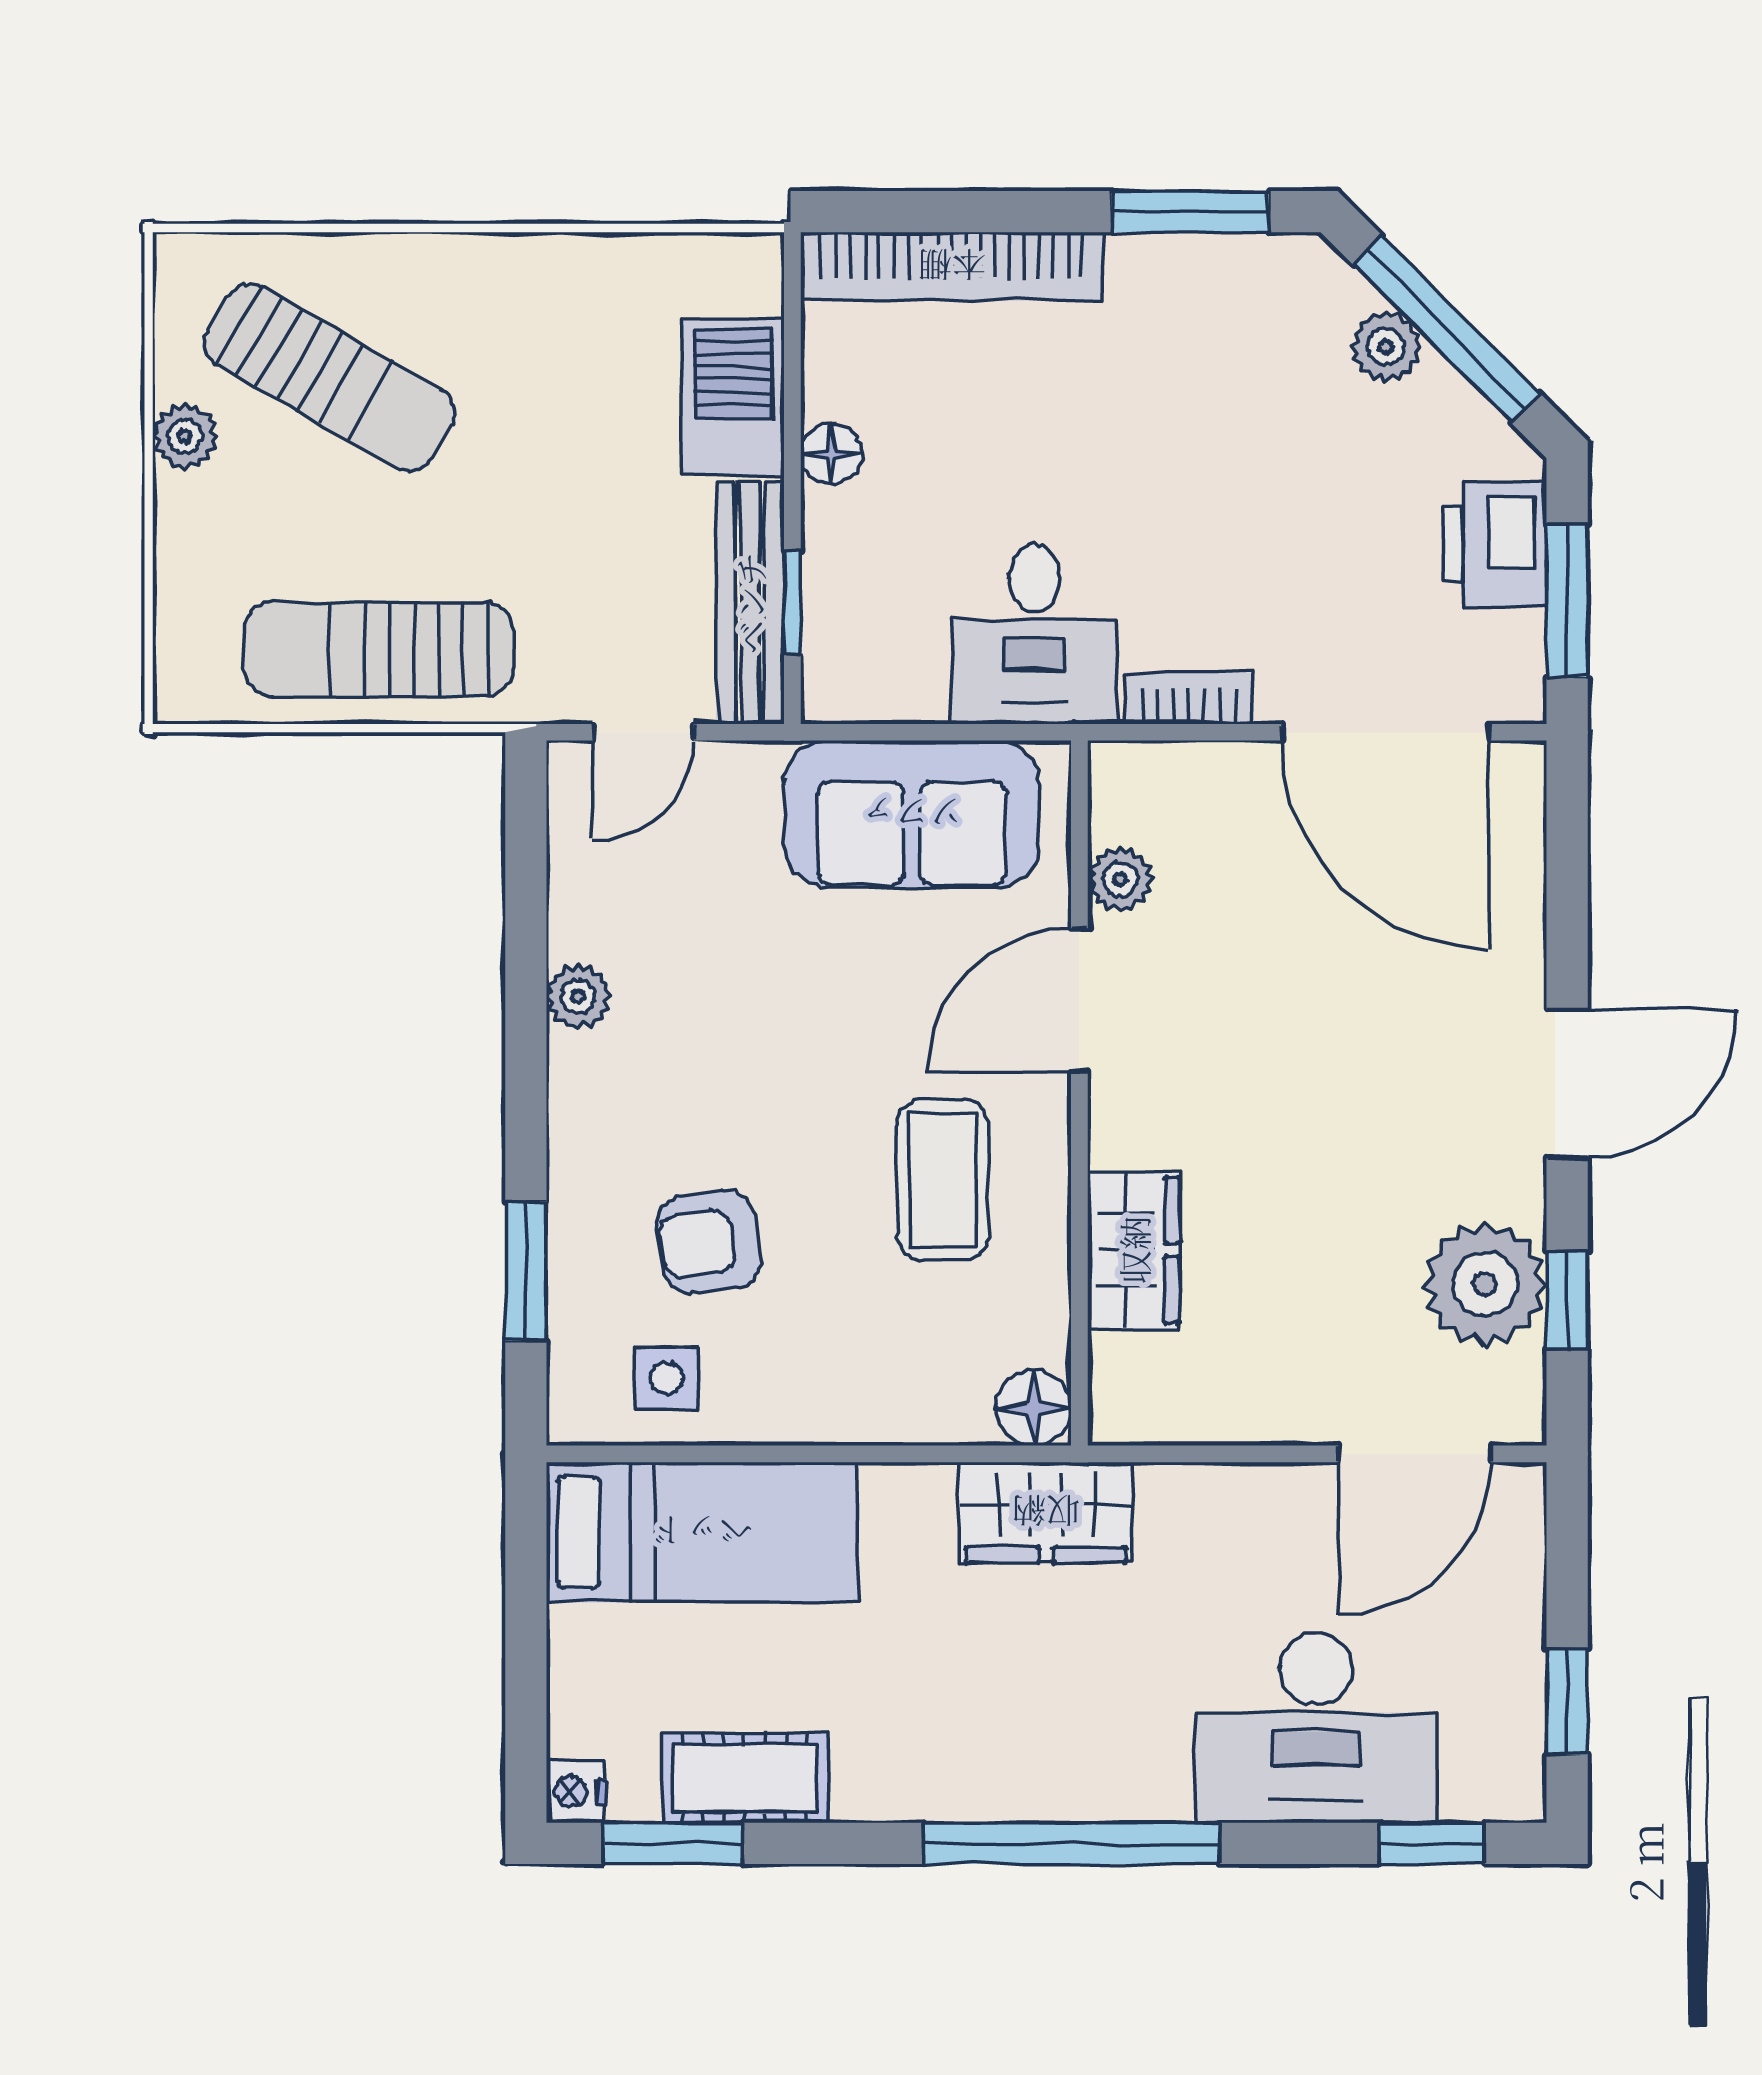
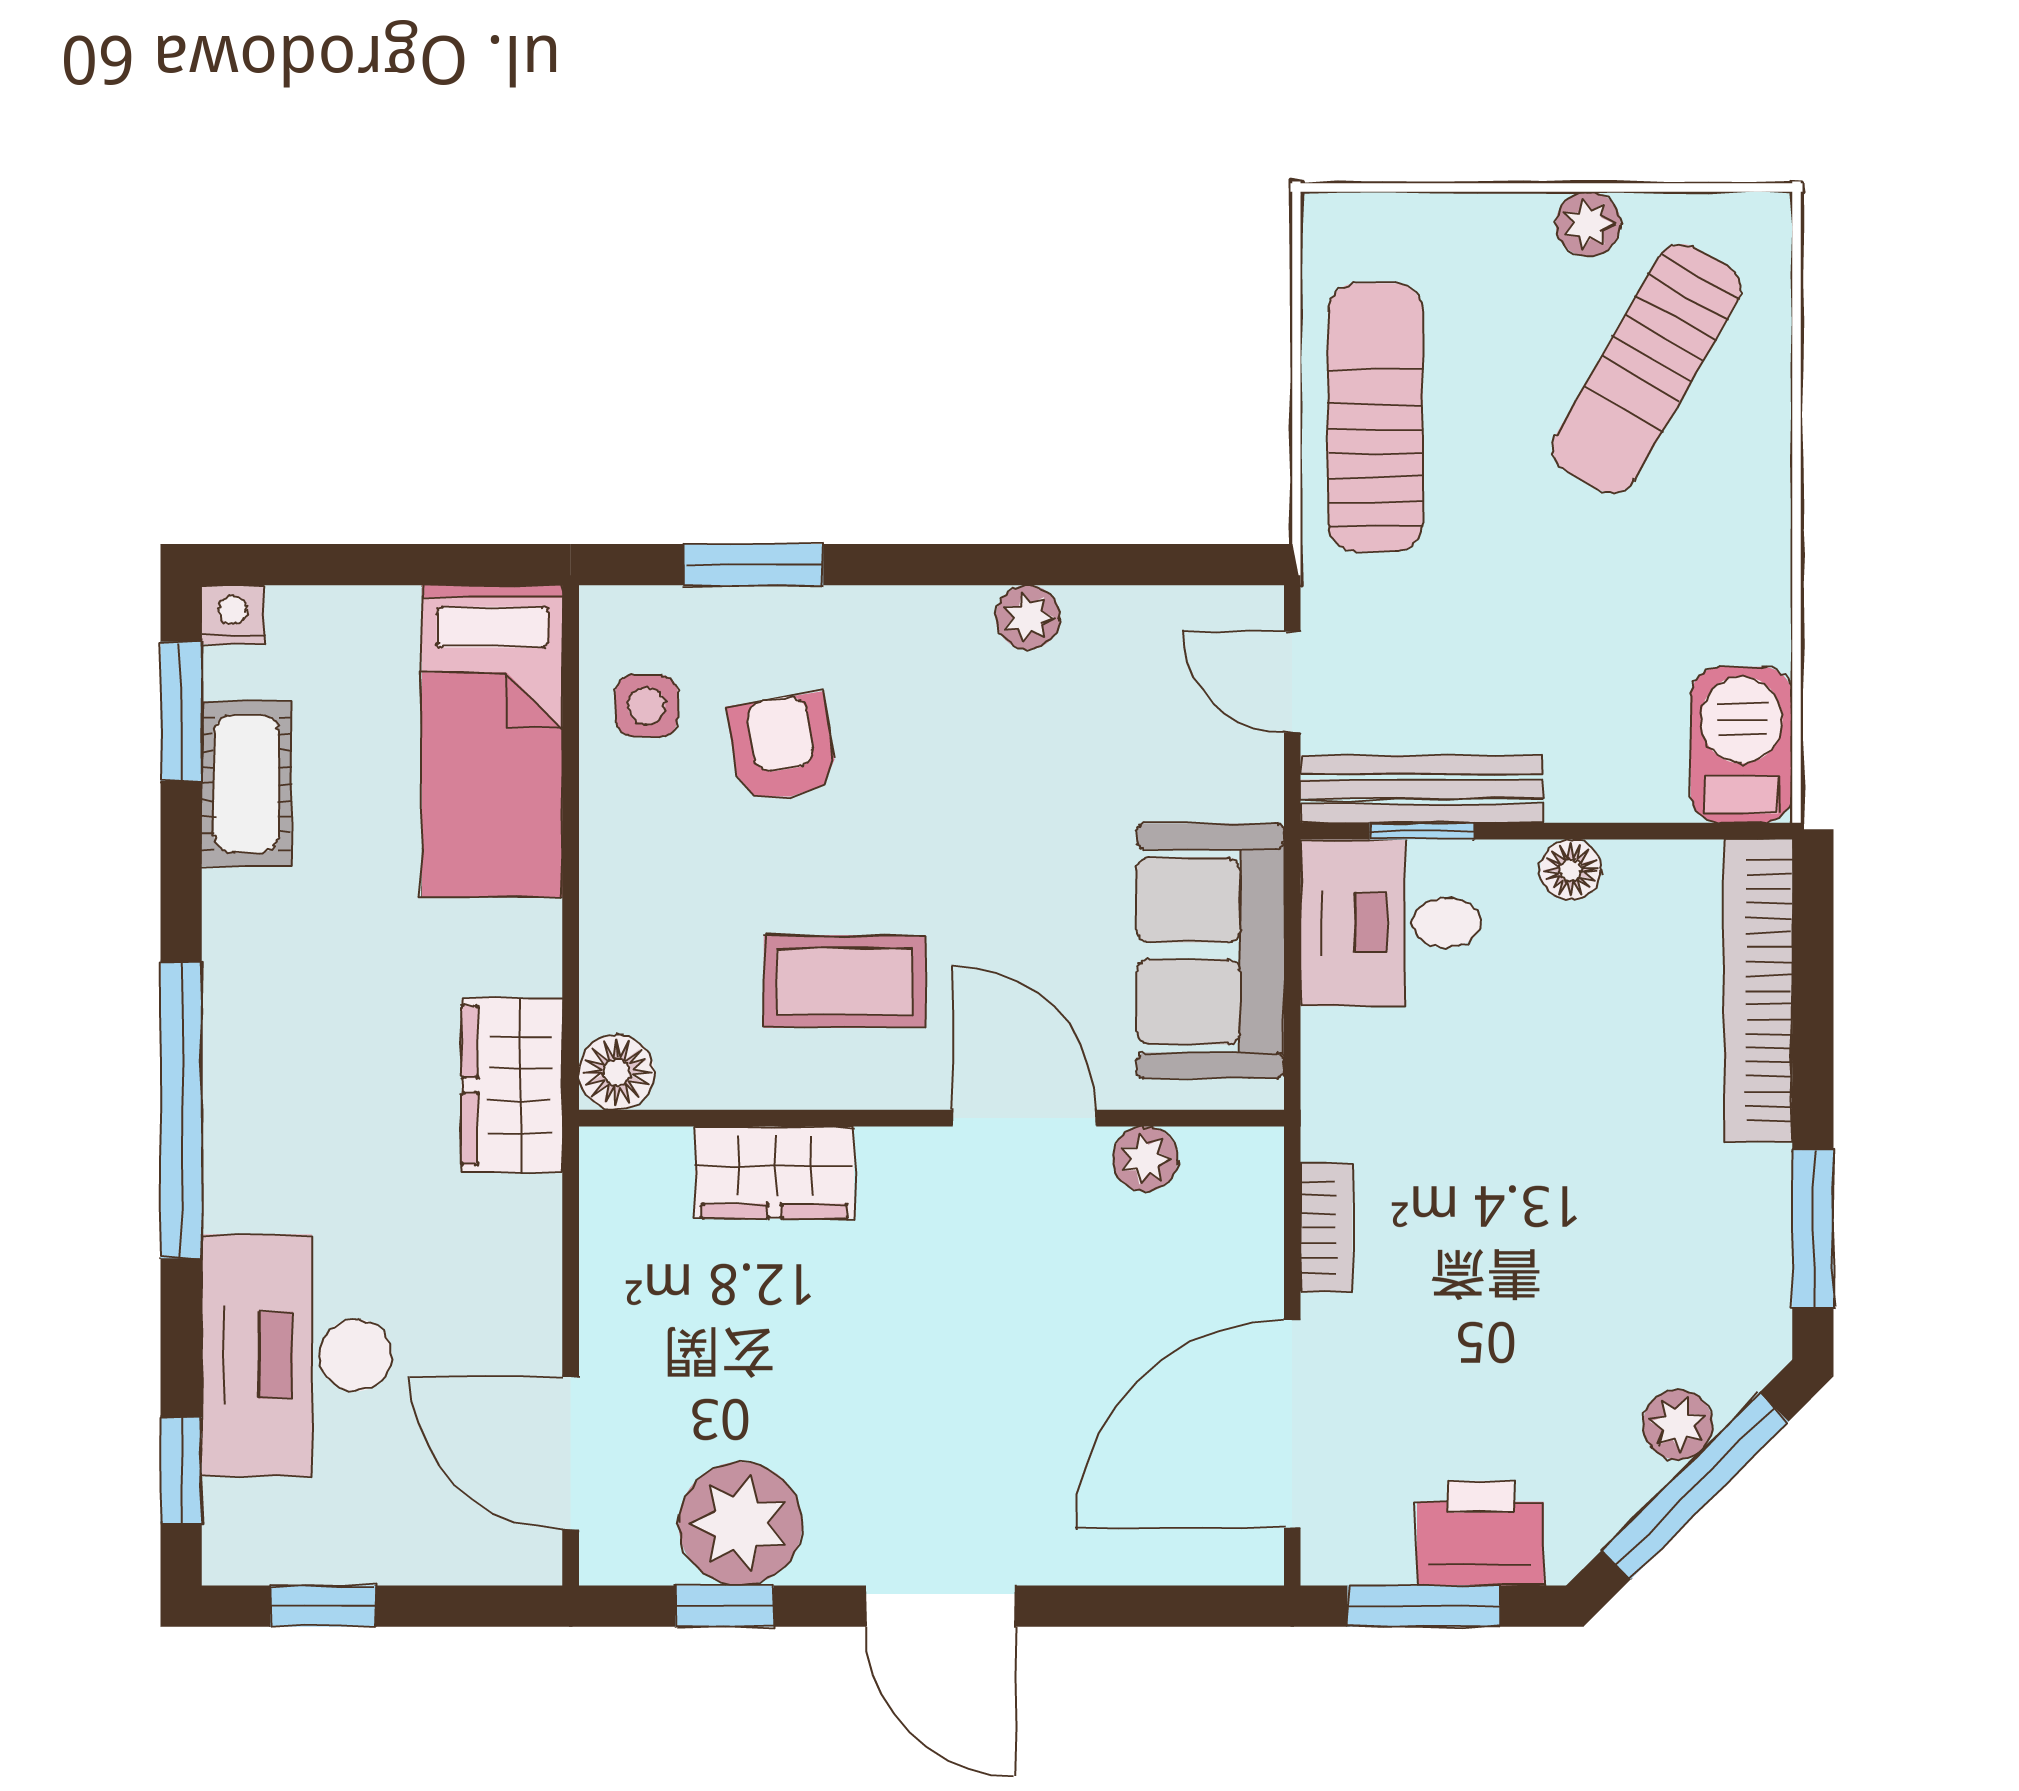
barbecue: (733, 397) -> (1742, 745), moved, turned -90
desk: (1034, 634) -> (1390, 923), moved

